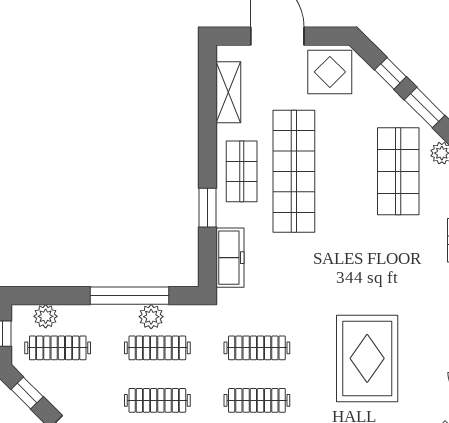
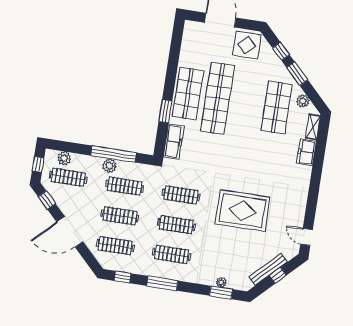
shelving: (228, 92) -> (188, 48), removed
shop shelf: (242, 171) -> (188, 94), width x1.43, depth x1.36
plant: (151, 317) -> (109, 166), moved
rug: (367, 358) -> (242, 211), turned 90

